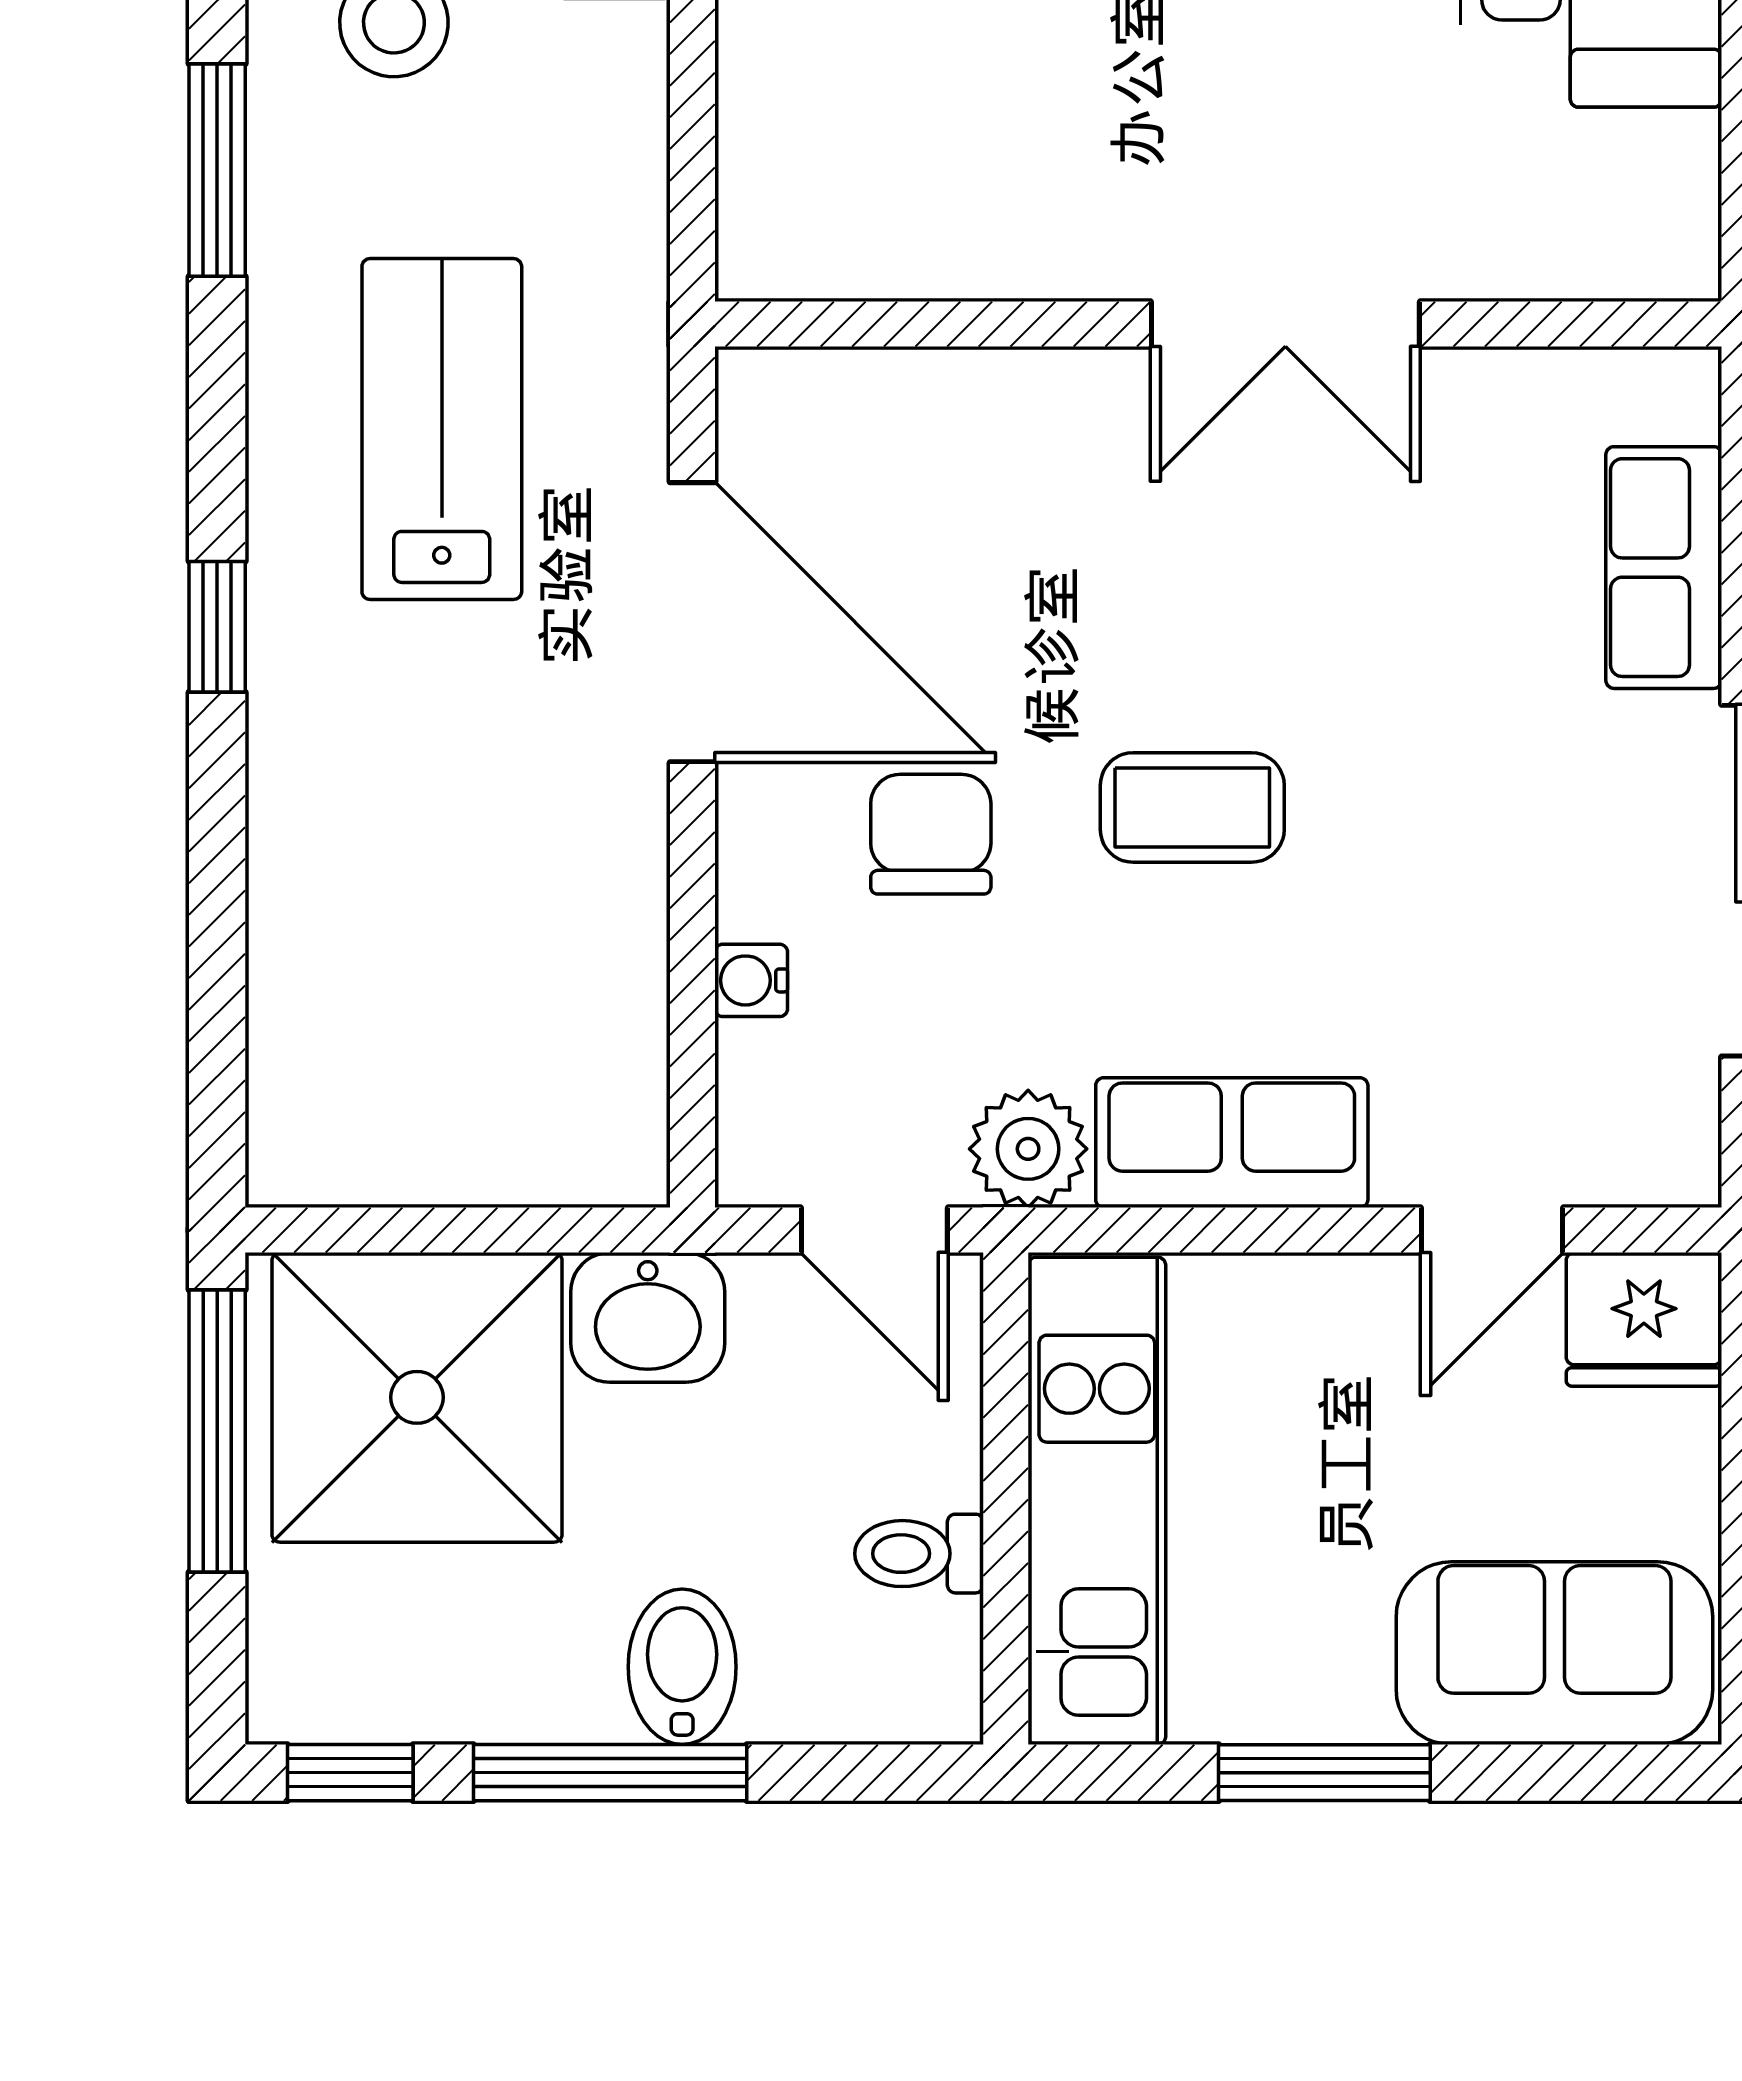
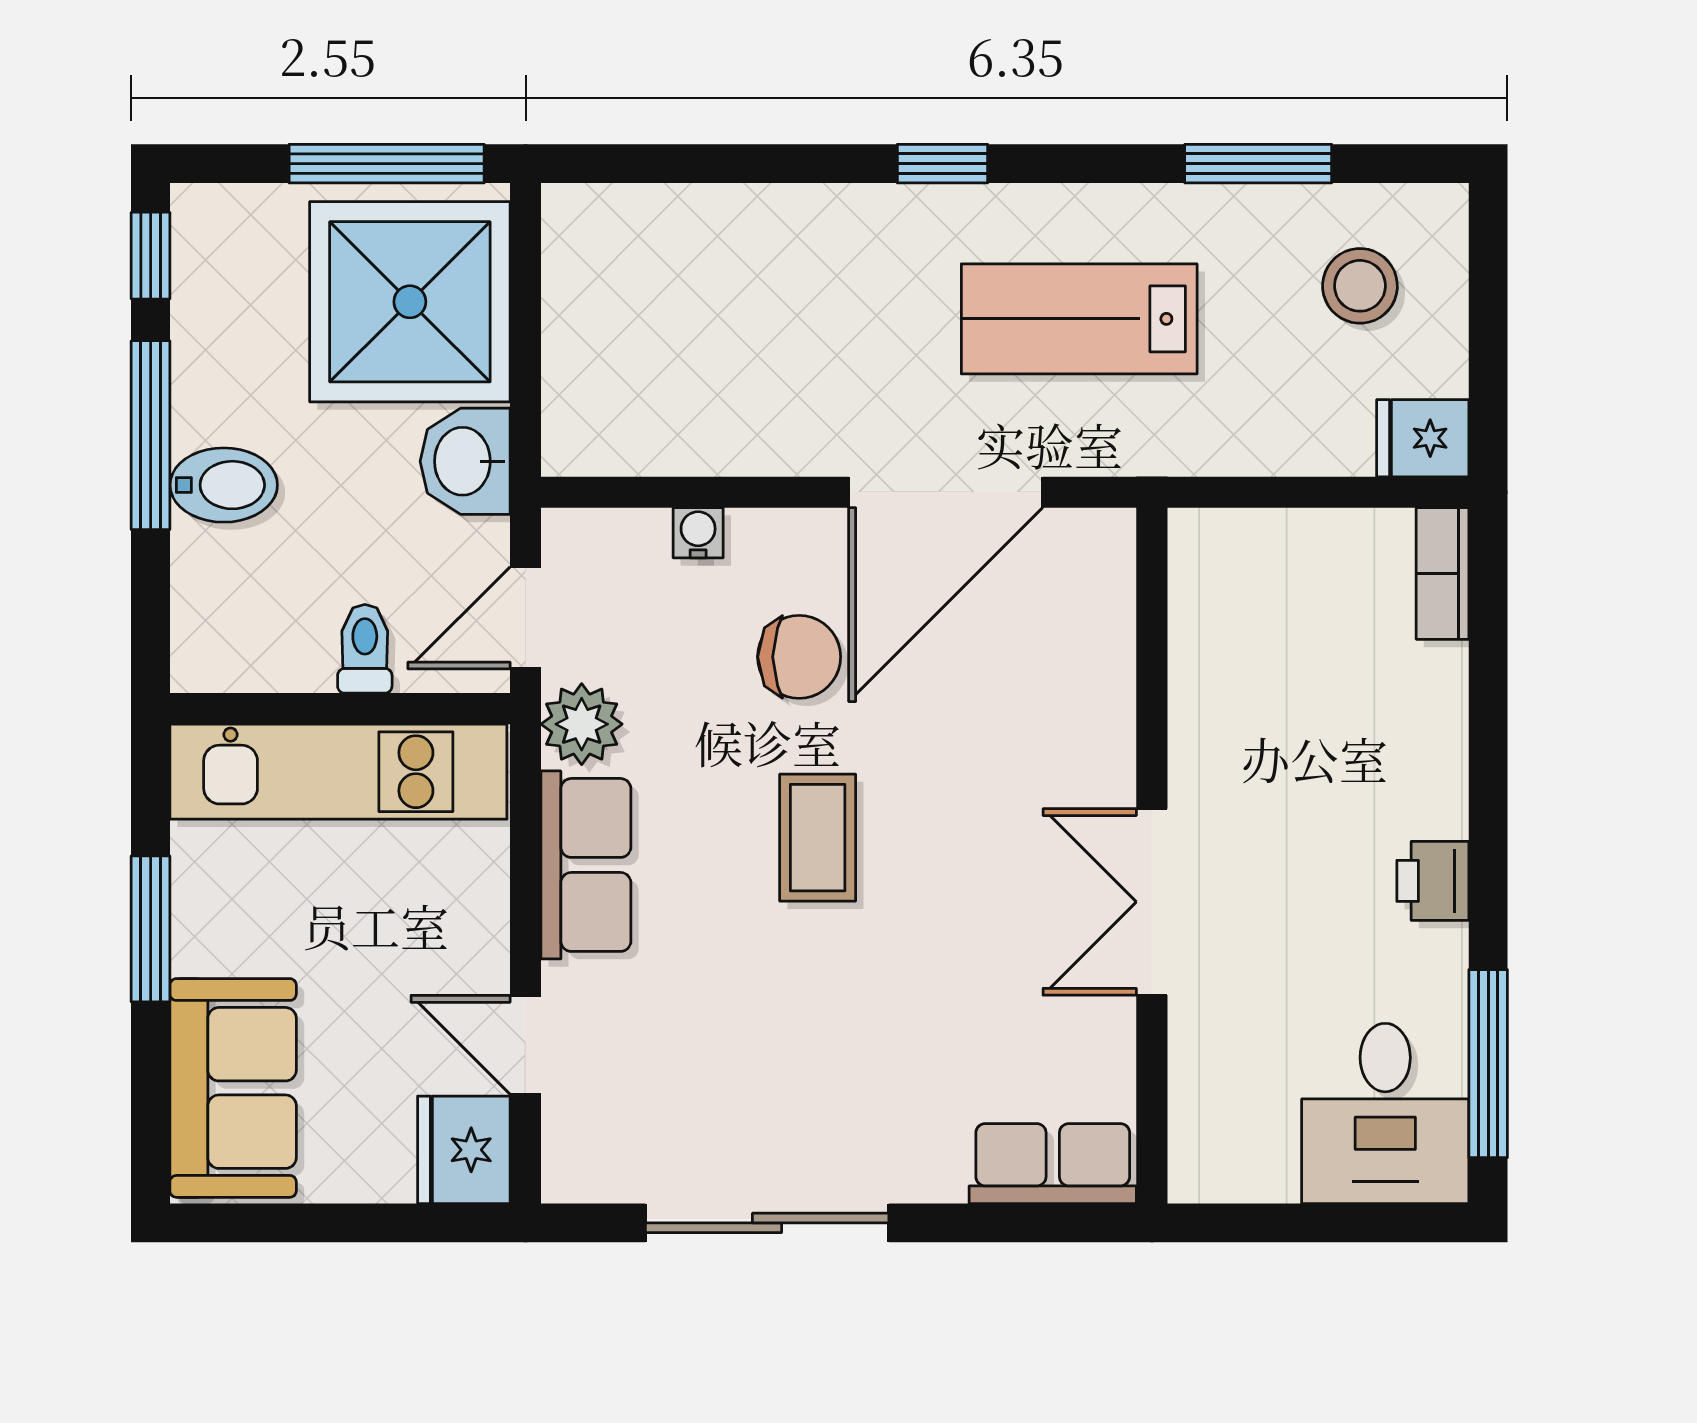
lab bench: (442, 429) -> (1079, 319), turned 180
row of seats: (1664, 568) -> (1053, 1164), moved
toilet: (919, 1554) -> (365, 649), moved

